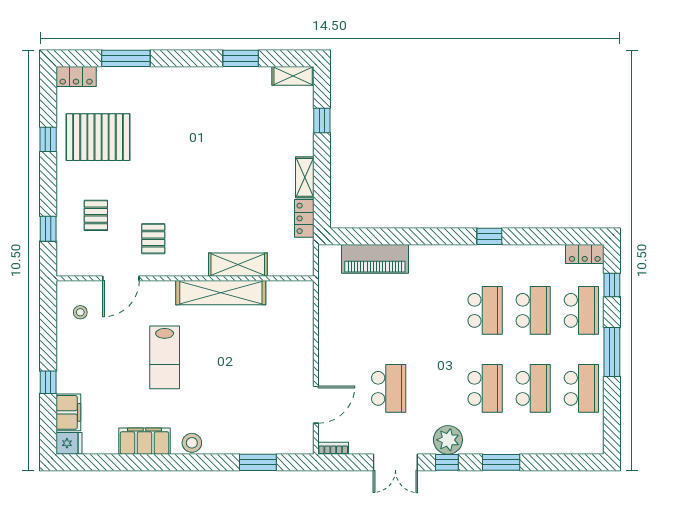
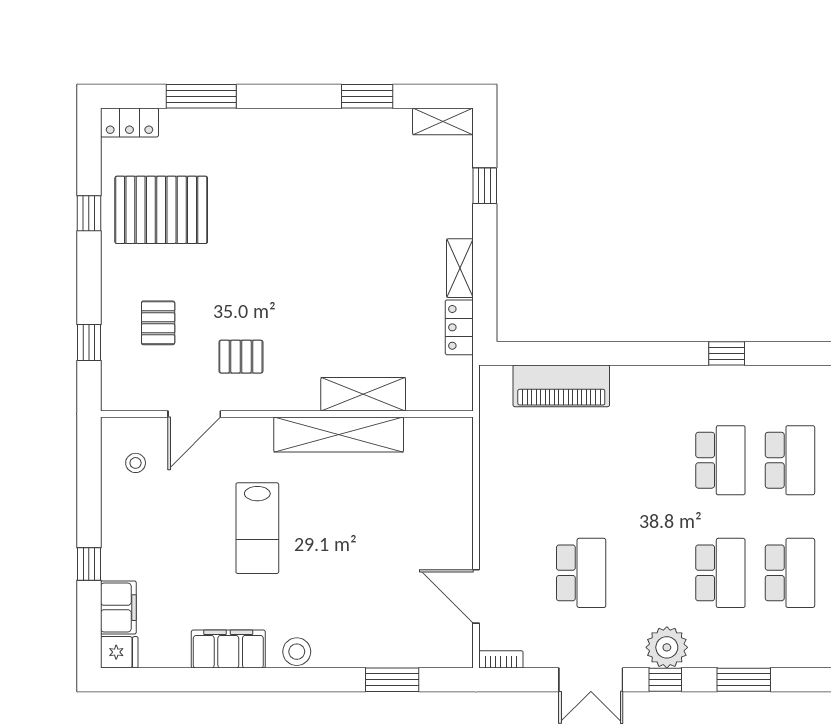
pallet: (153, 239) -> (241, 357), turned 90
door: (316, 405) -> (476, 596), swing flipped

